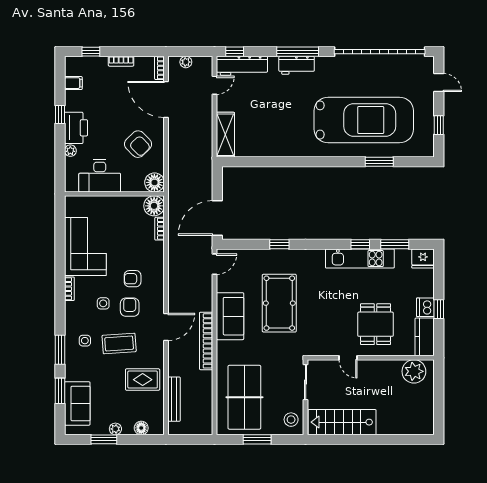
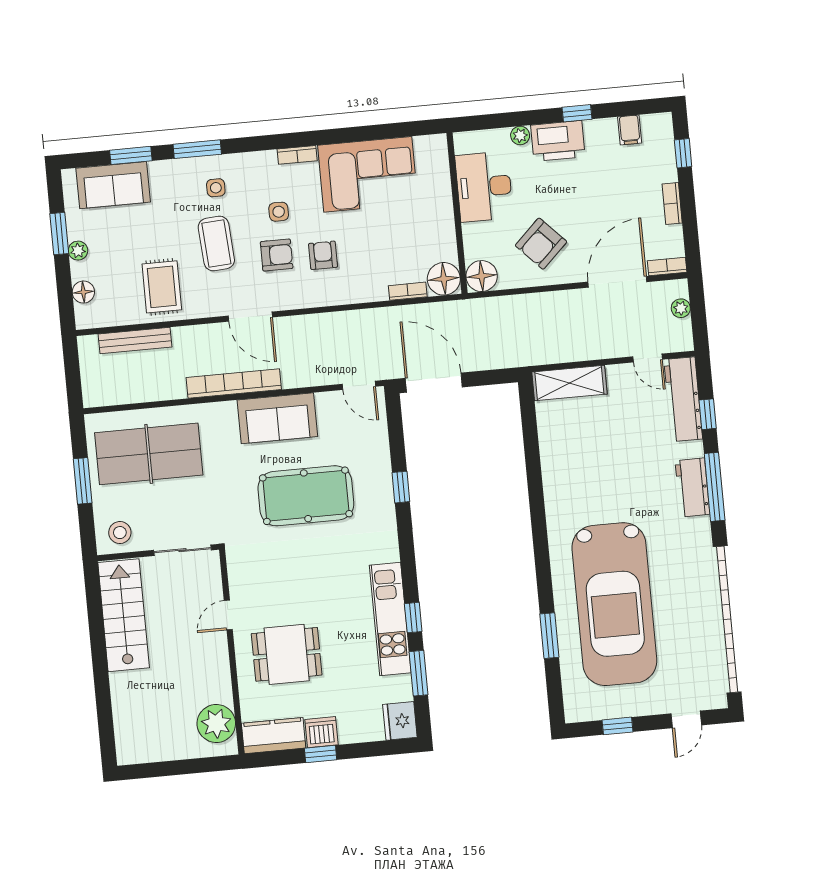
window: (235, 52) -> (708, 414), moved

